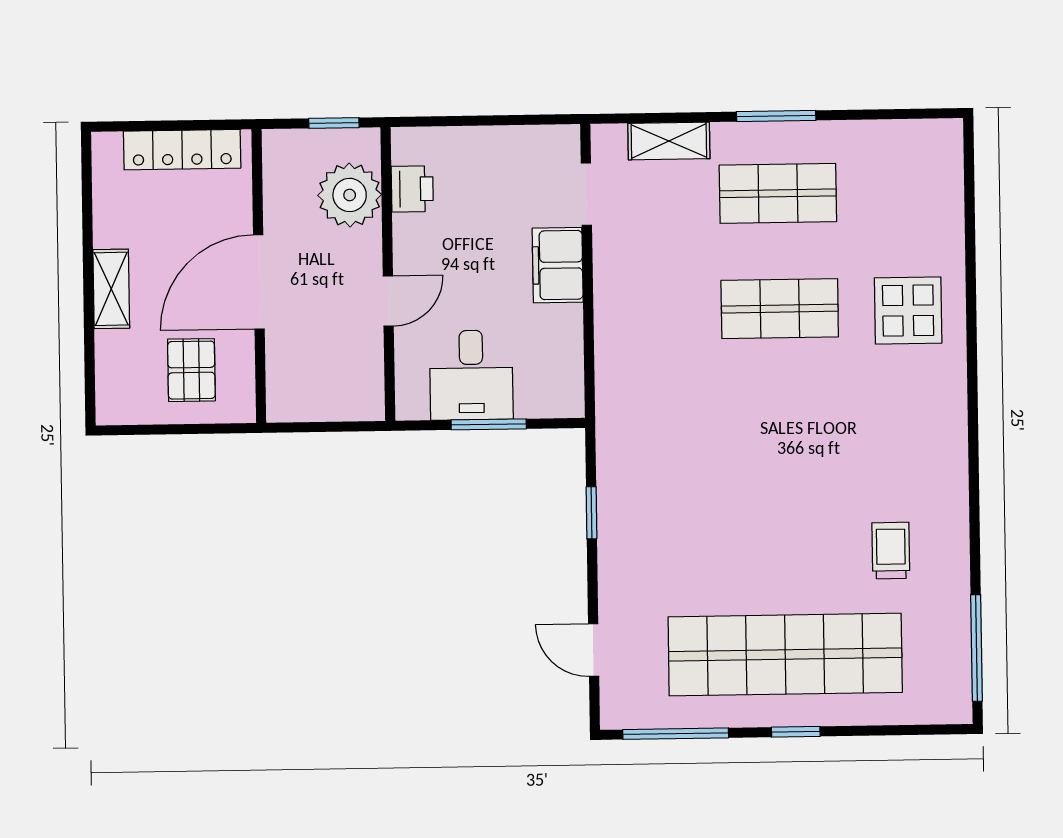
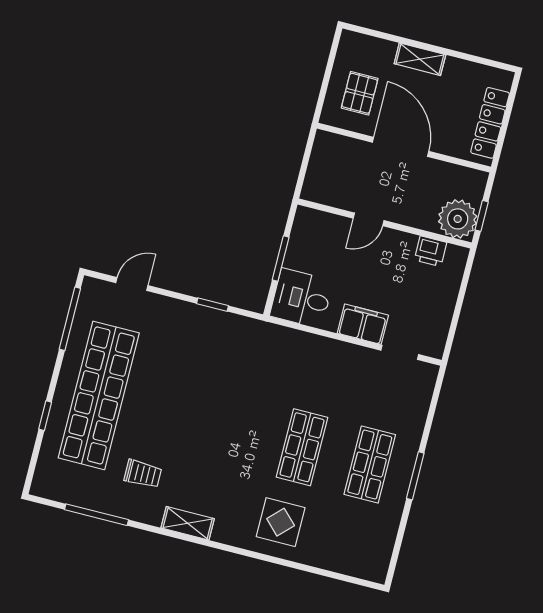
shelving: (669, 141) -> (188, 523), moved, turned 90
plant: (350, 195) -> (458, 219), moved
door: (388, 301) -> (369, 219), hinge flipped
pallet: (191, 370) -> (360, 93), turned 90
desk: (471, 375) -> (301, 298), moved
window: (977, 648) -> (96, 515), moved
window: (796, 732) -> (45, 416), moved

